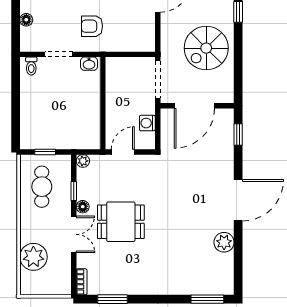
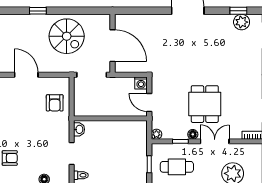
armchair: (92, 26) -> (55, 103), moved
washing machine: (147, 123) -> (141, 83), moved
window: (238, 135) -> (238, 11), moved
plant: (224, 242) -> (242, 22), moved

